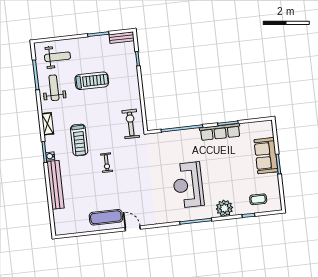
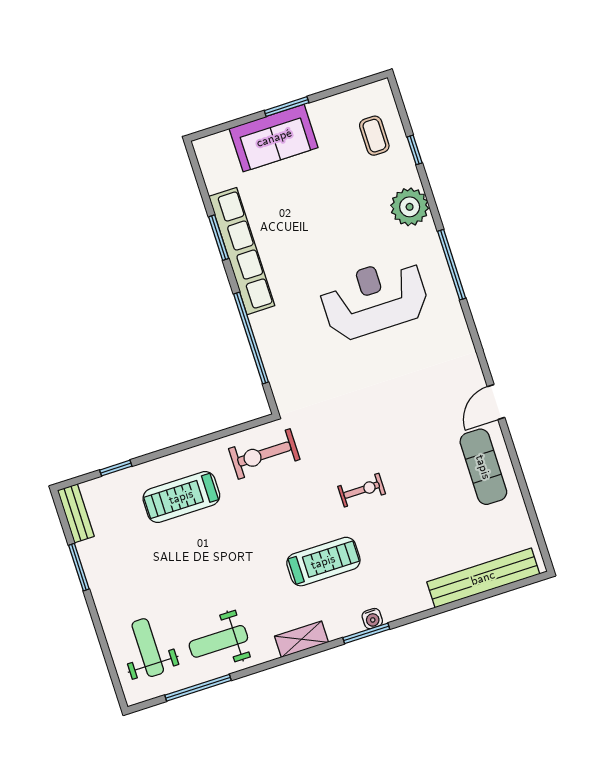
treadmill: (92, 81) -> (181, 497), moved, turned -90
row of seats: (220, 132) -> (242, 251), width x1.36
bench: (56, 185) -> (483, 578), moved
reception desk: (188, 185) -> (374, 299), turned 180

